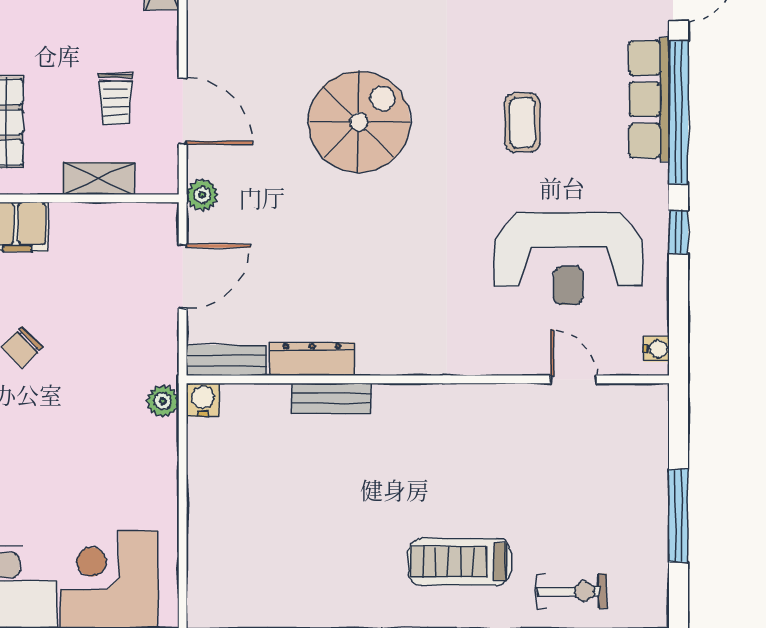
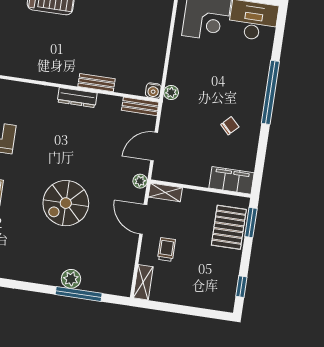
trolley: (115, 99) -> (167, 249), moved
shelving: (99, 178) -> (165, 192), moved
dresser: (312, 359) -> (77, 98), moved

